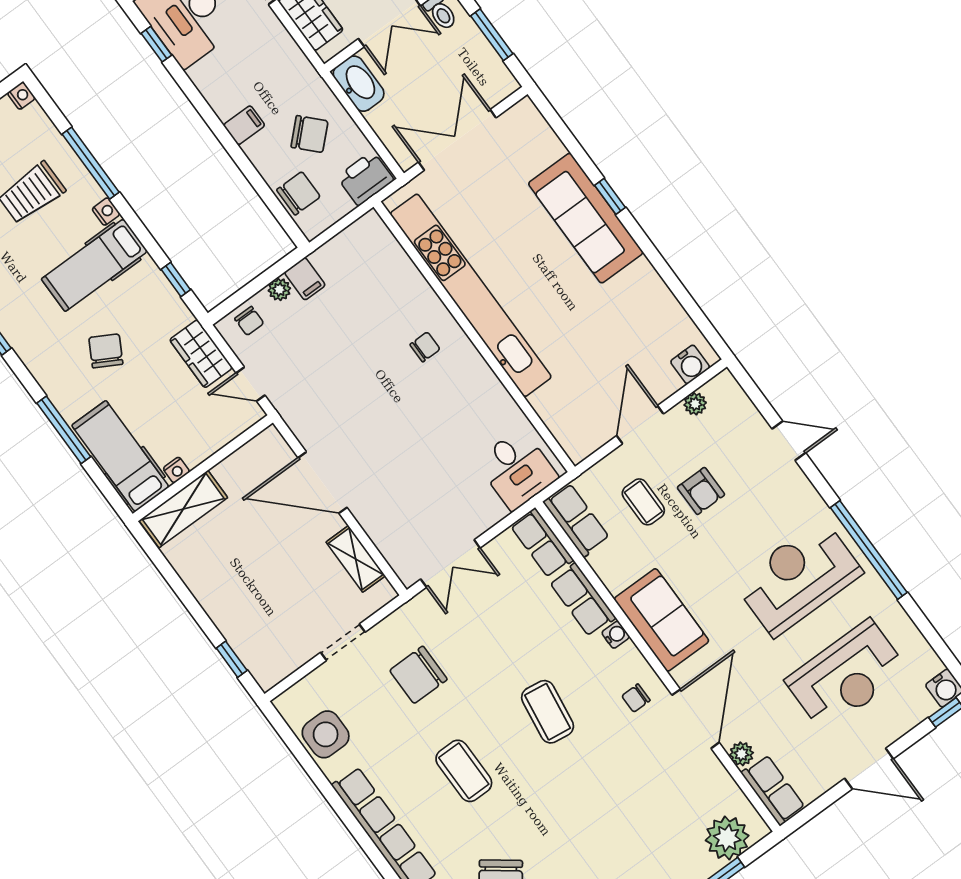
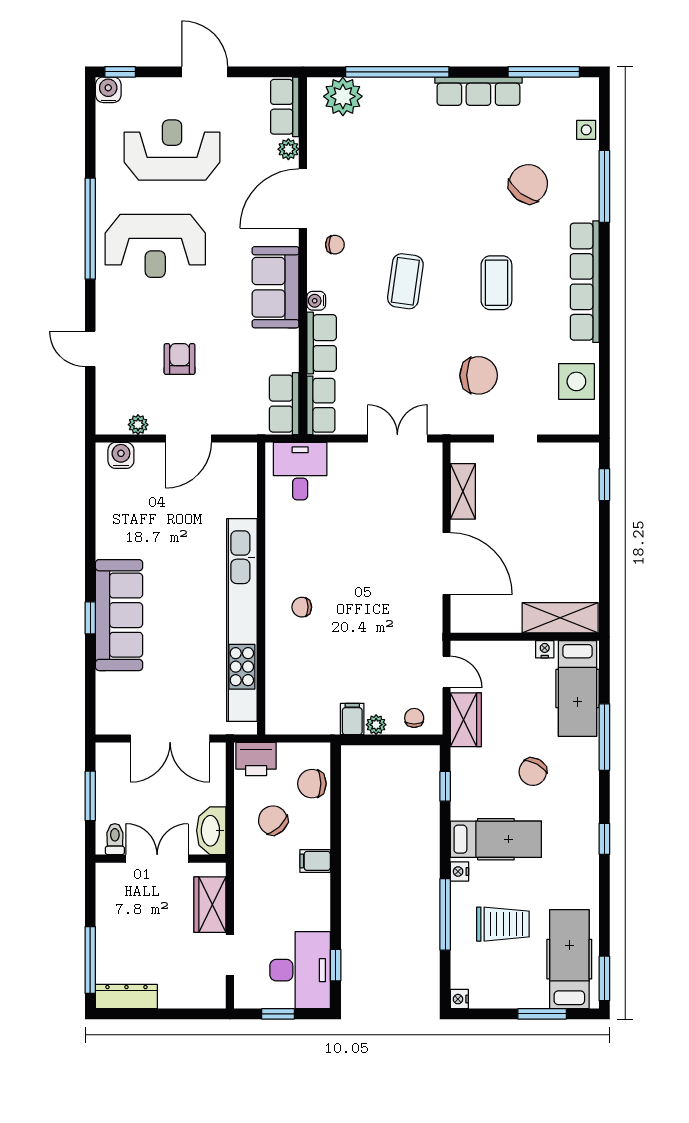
coffee table: (643, 502) -> (227, 381), removed

